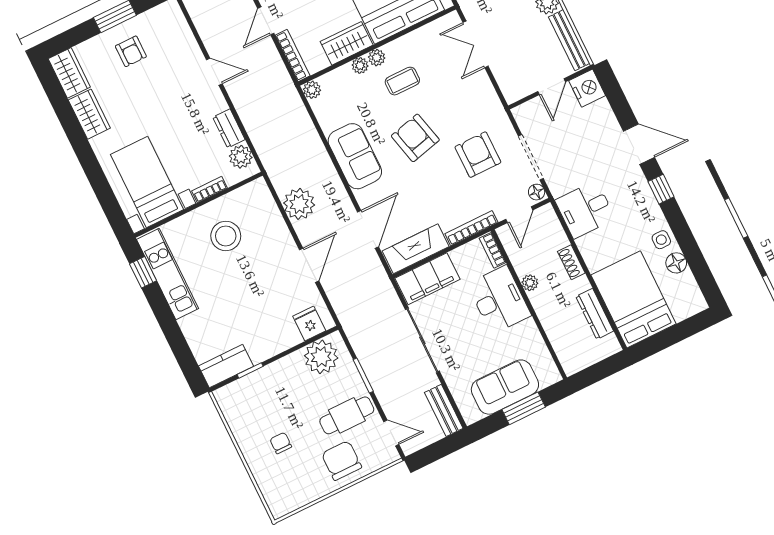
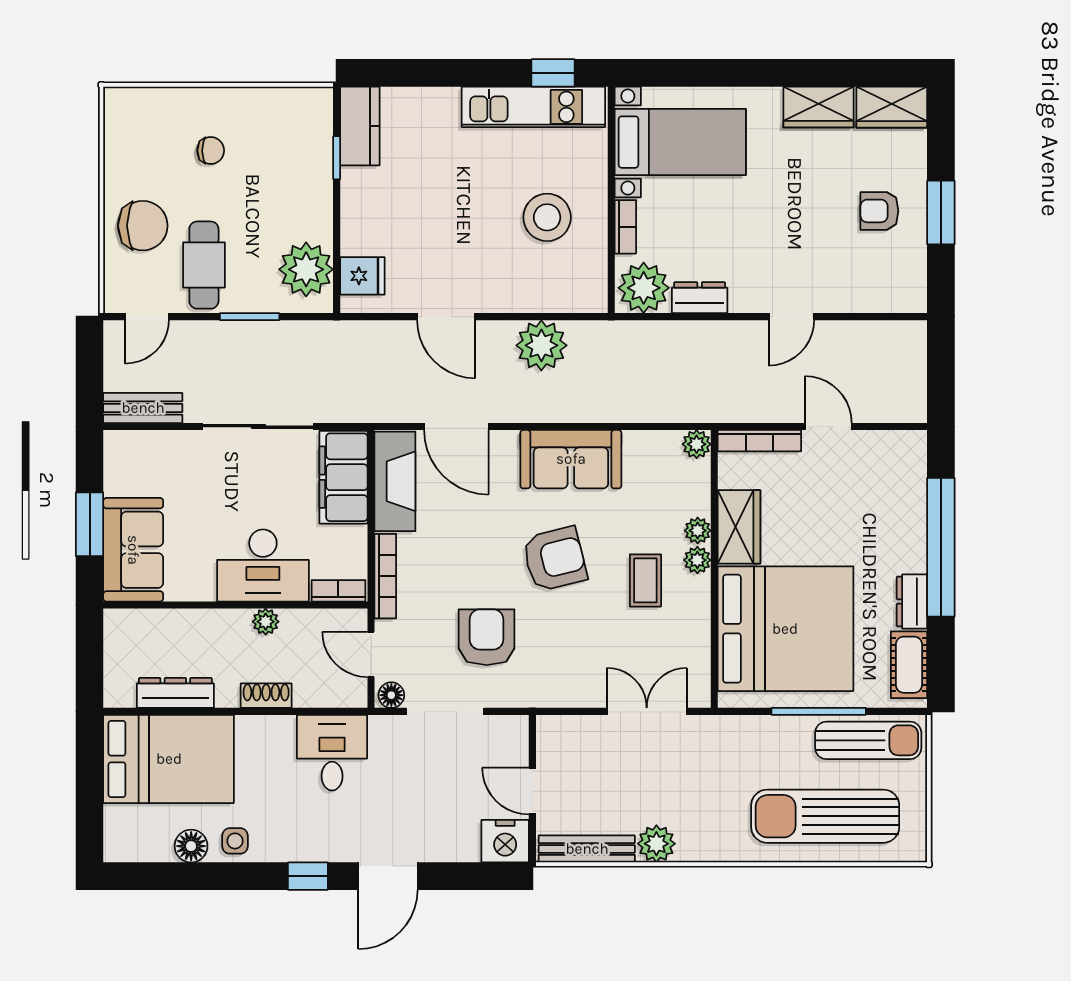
armchair: (478, 155) -> (487, 637), turned -90
plant: (241, 157) -> (644, 288), width x1.36, depth x1.36
sofa: (505, 387) -> (133, 550), moved

